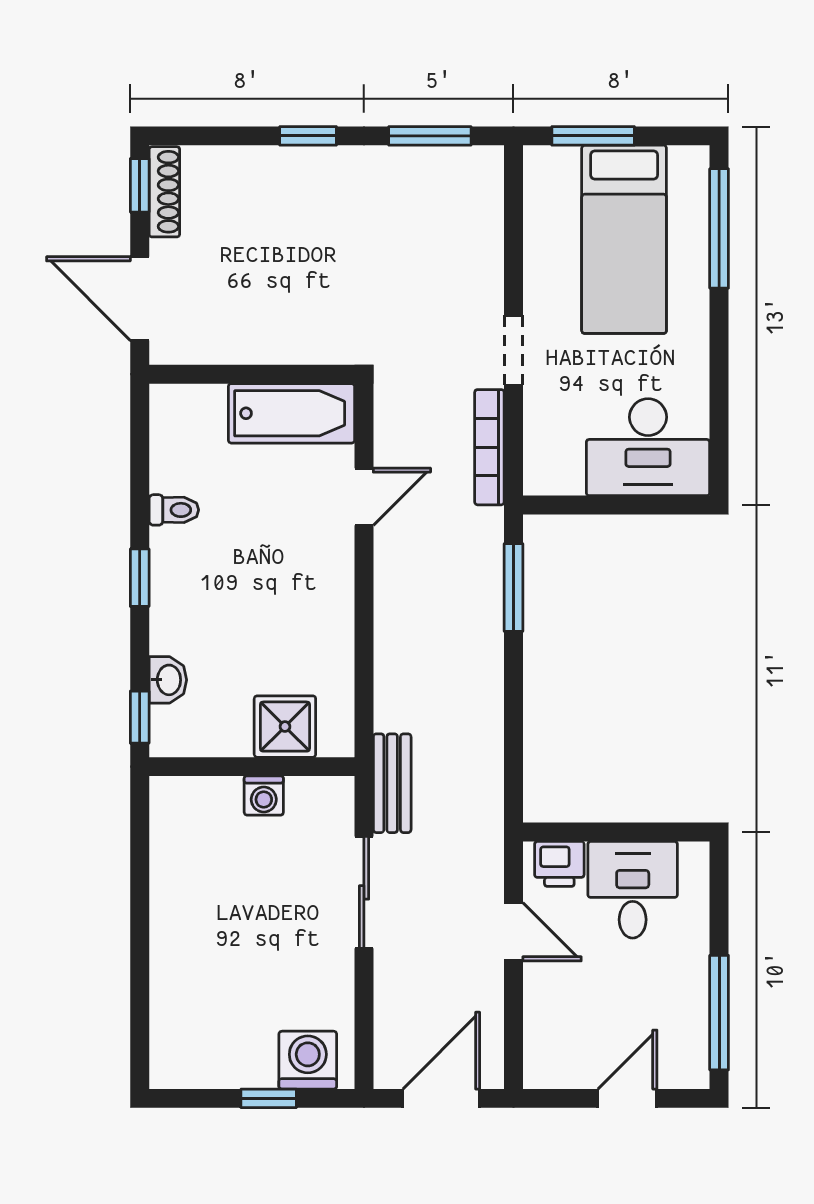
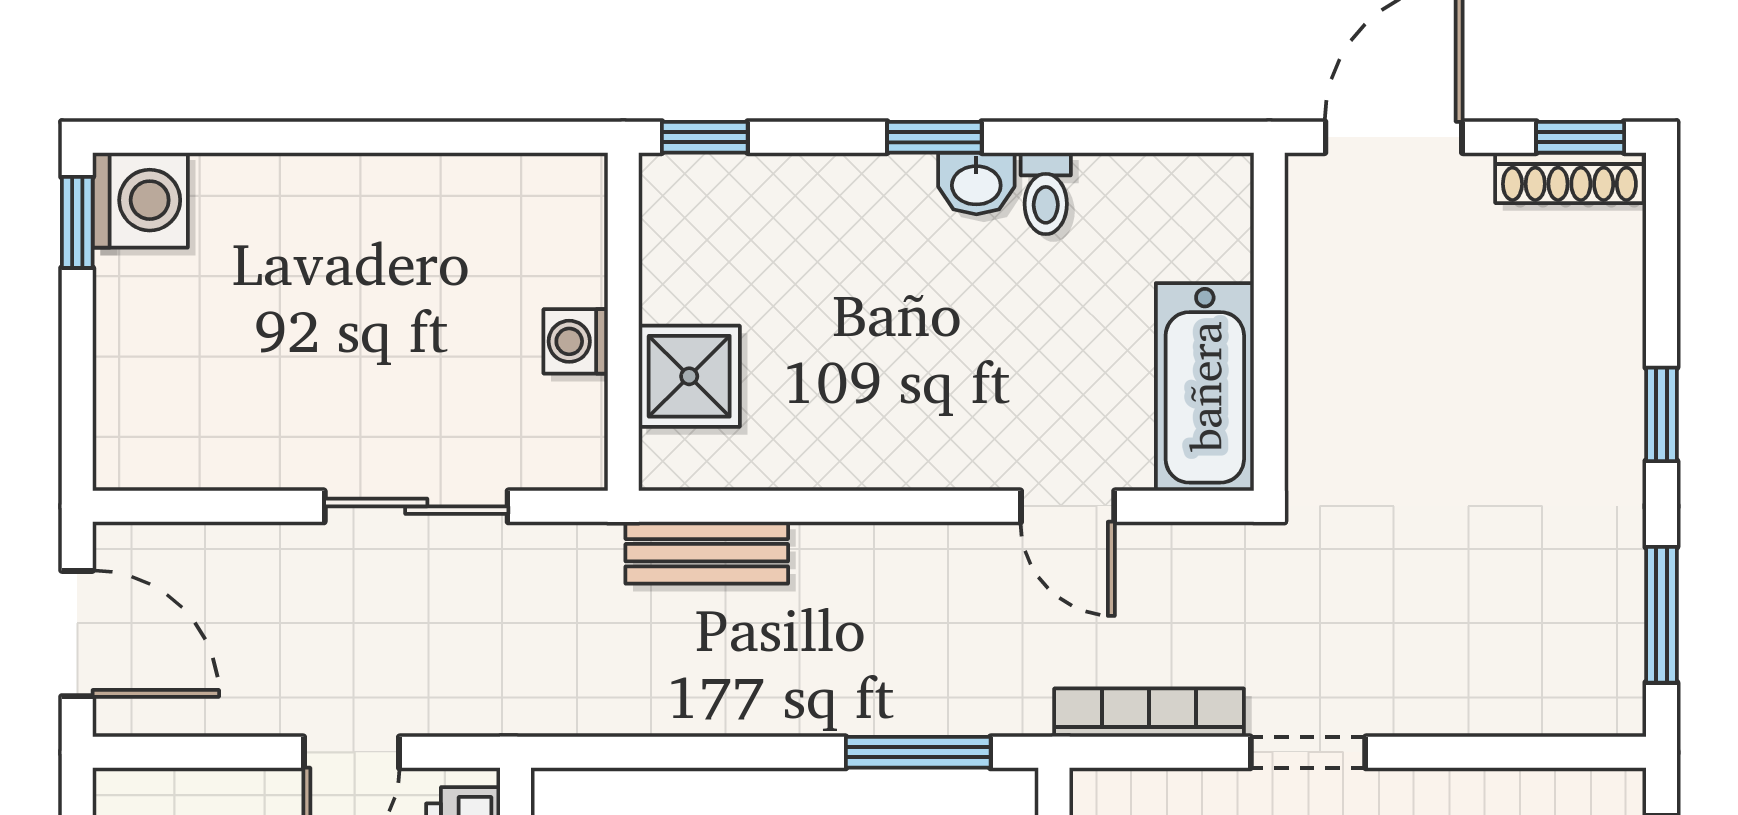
washbasin: (168, 680) -> (976, 183), moved
bench: (392, 783) -> (707, 553), moved
washing machine: (308, 1060) -> (140, 200), moved
window: (269, 1098) -> (77, 222), moved

